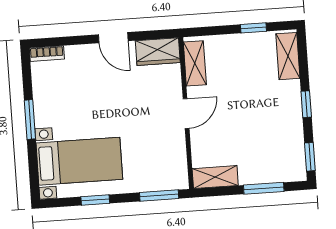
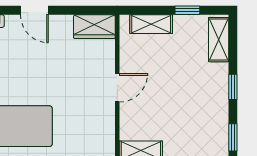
door: (113, 38) -> (34, 10), moved
shelving: (195, 63) -> (151, 24), moved, turned 90

